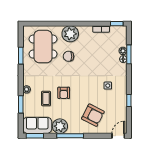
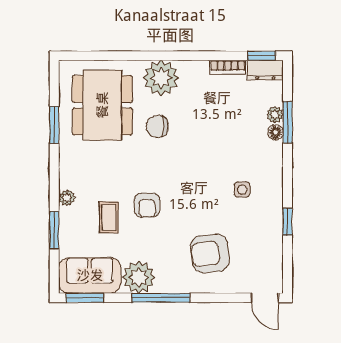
dresser: (118, 30) -> (265, 70), added
armchair: (93, 115) -> (210, 253), turned 146
door: (118, 136) -> (265, 298), swing flipped

